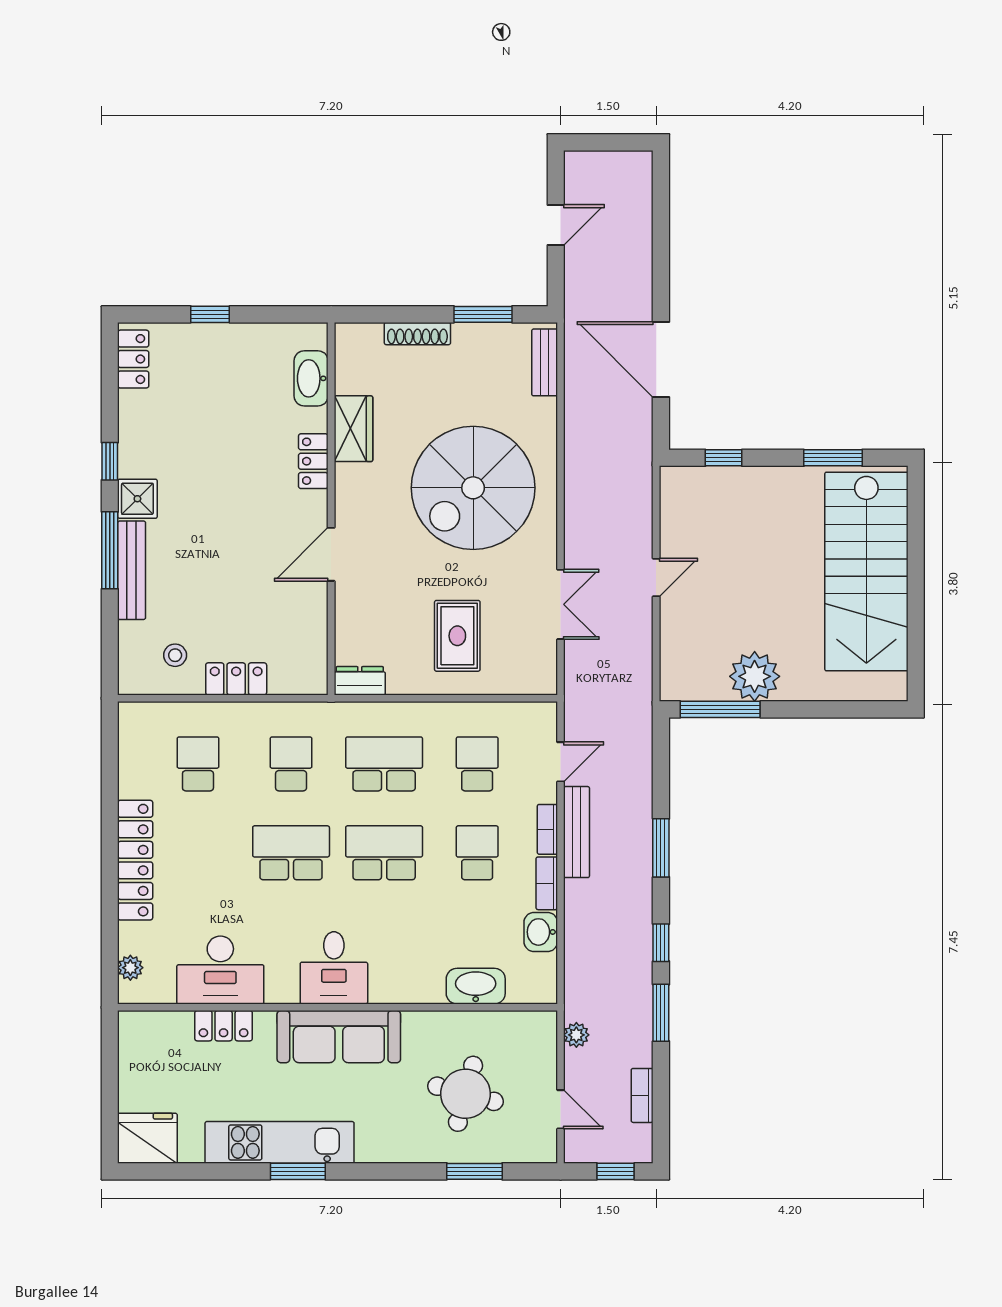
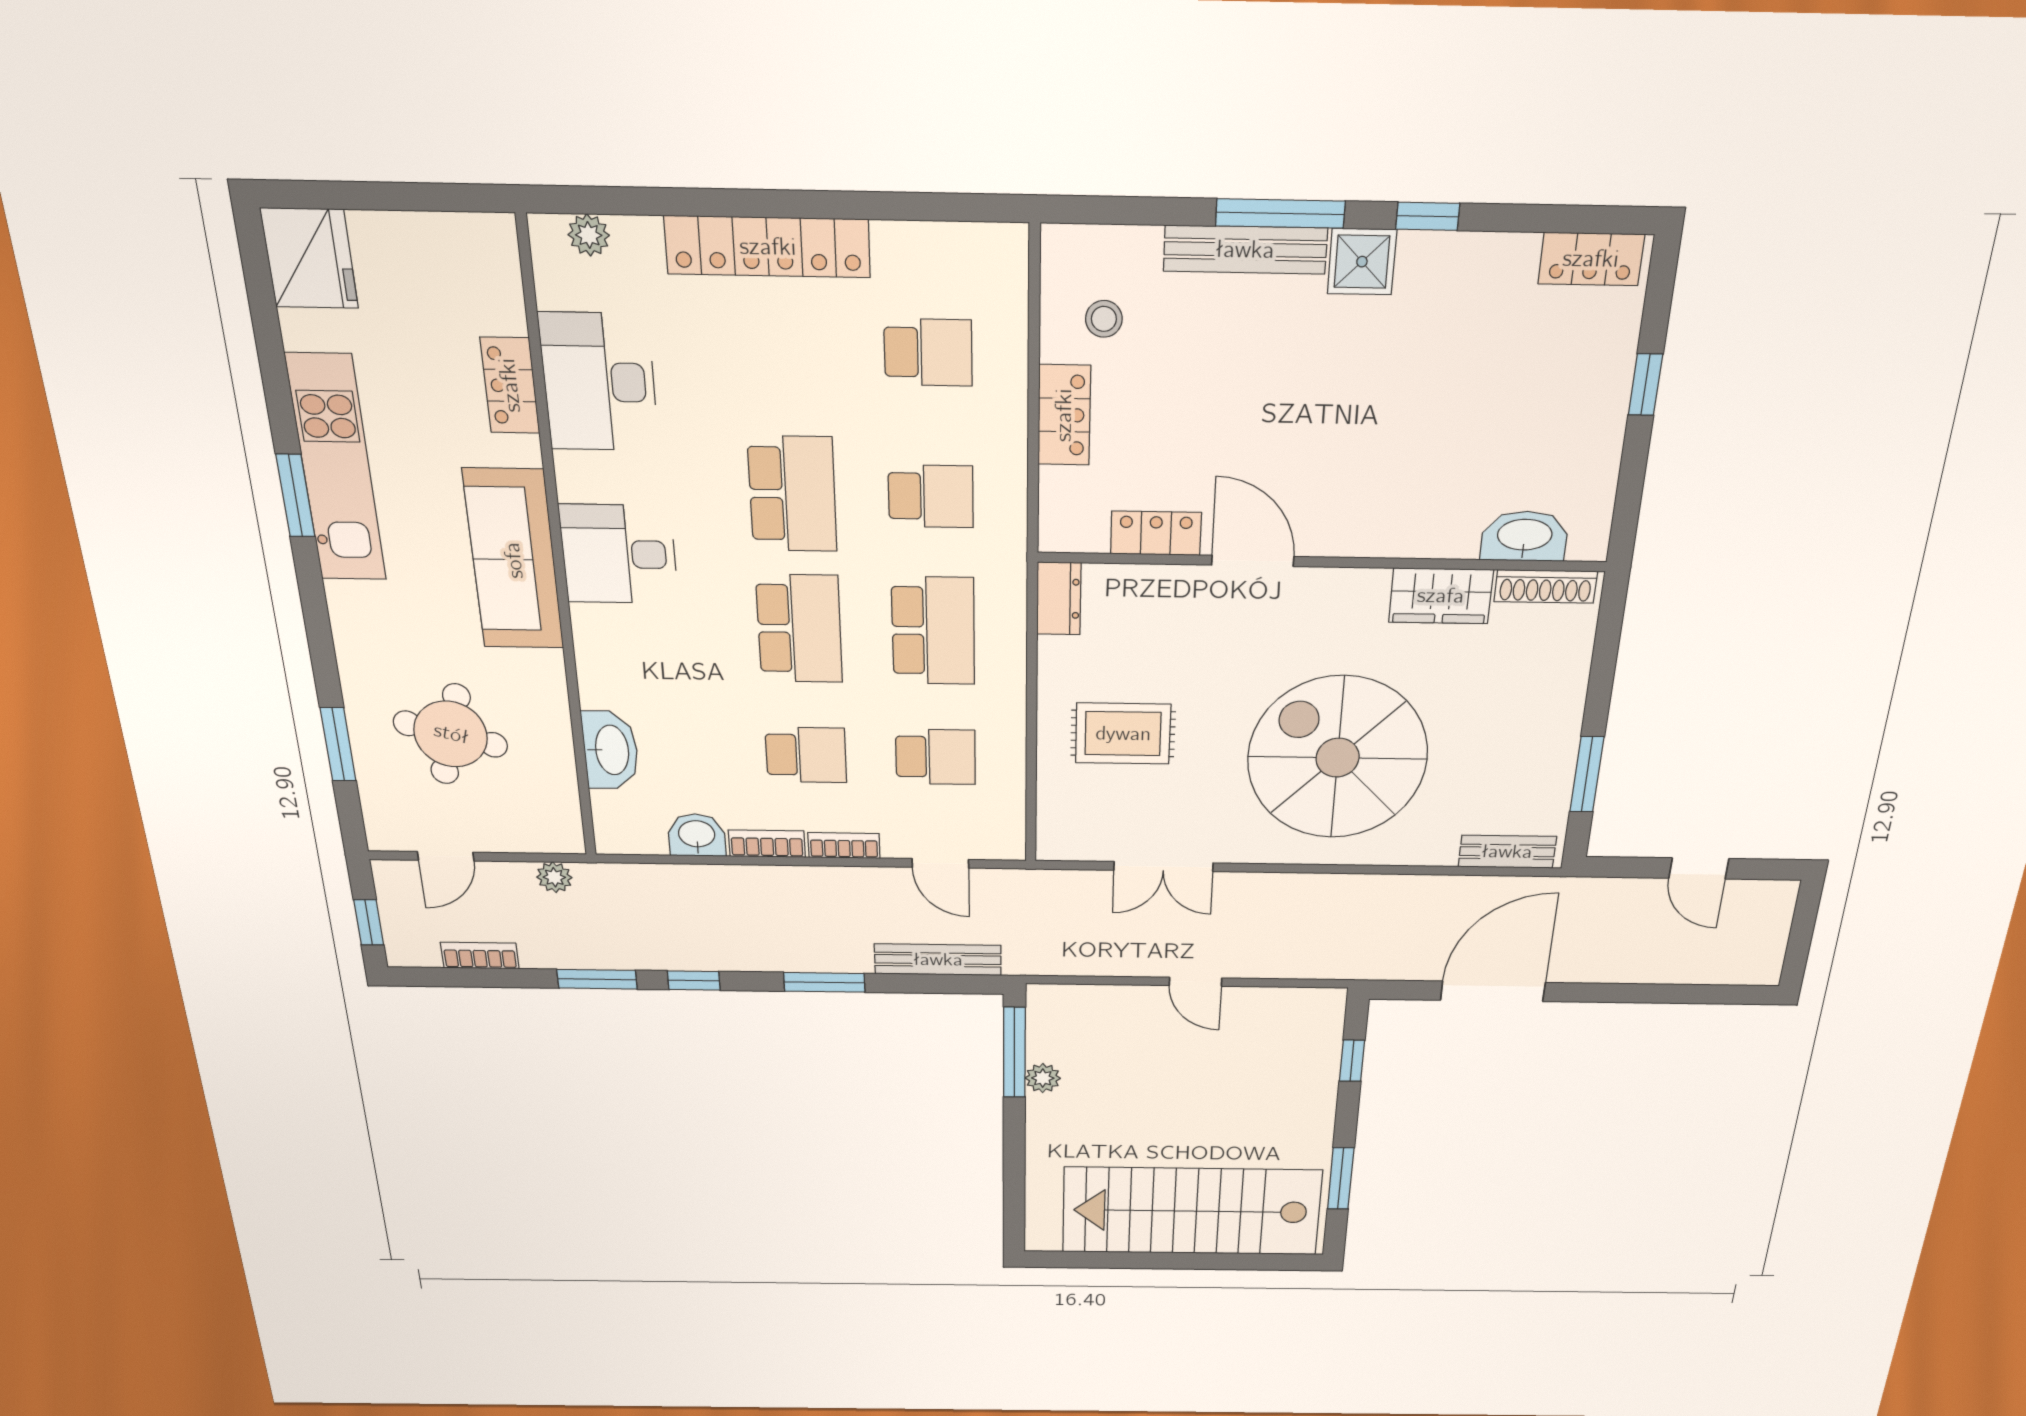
shoe rack: (417, 334) -> (1546, 586), moved, turned -90
locker: (313, 461) -> (1156, 533), moved
plant: (755, 676) -> (1043, 1078), width x0.53, depth x0.53
bench: (577, 832) -> (938, 960), moved

